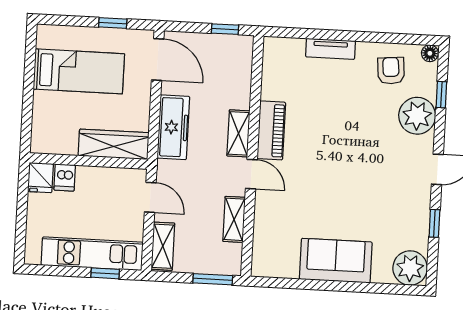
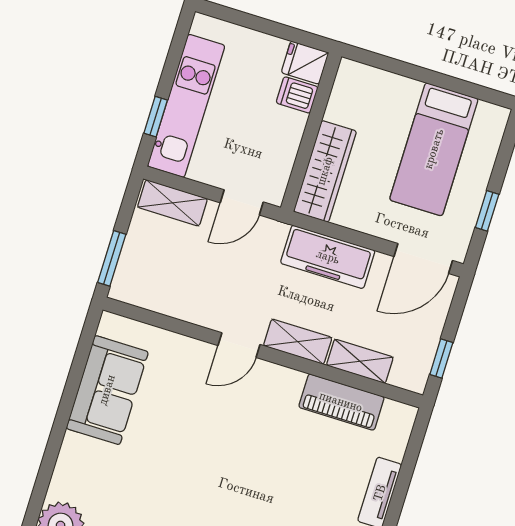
piano: (271, 130) -> (341, 402), moved
shelving: (234, 219) -> (360, 361), moved
sofa: (336, 261) -> (107, 390), moved

